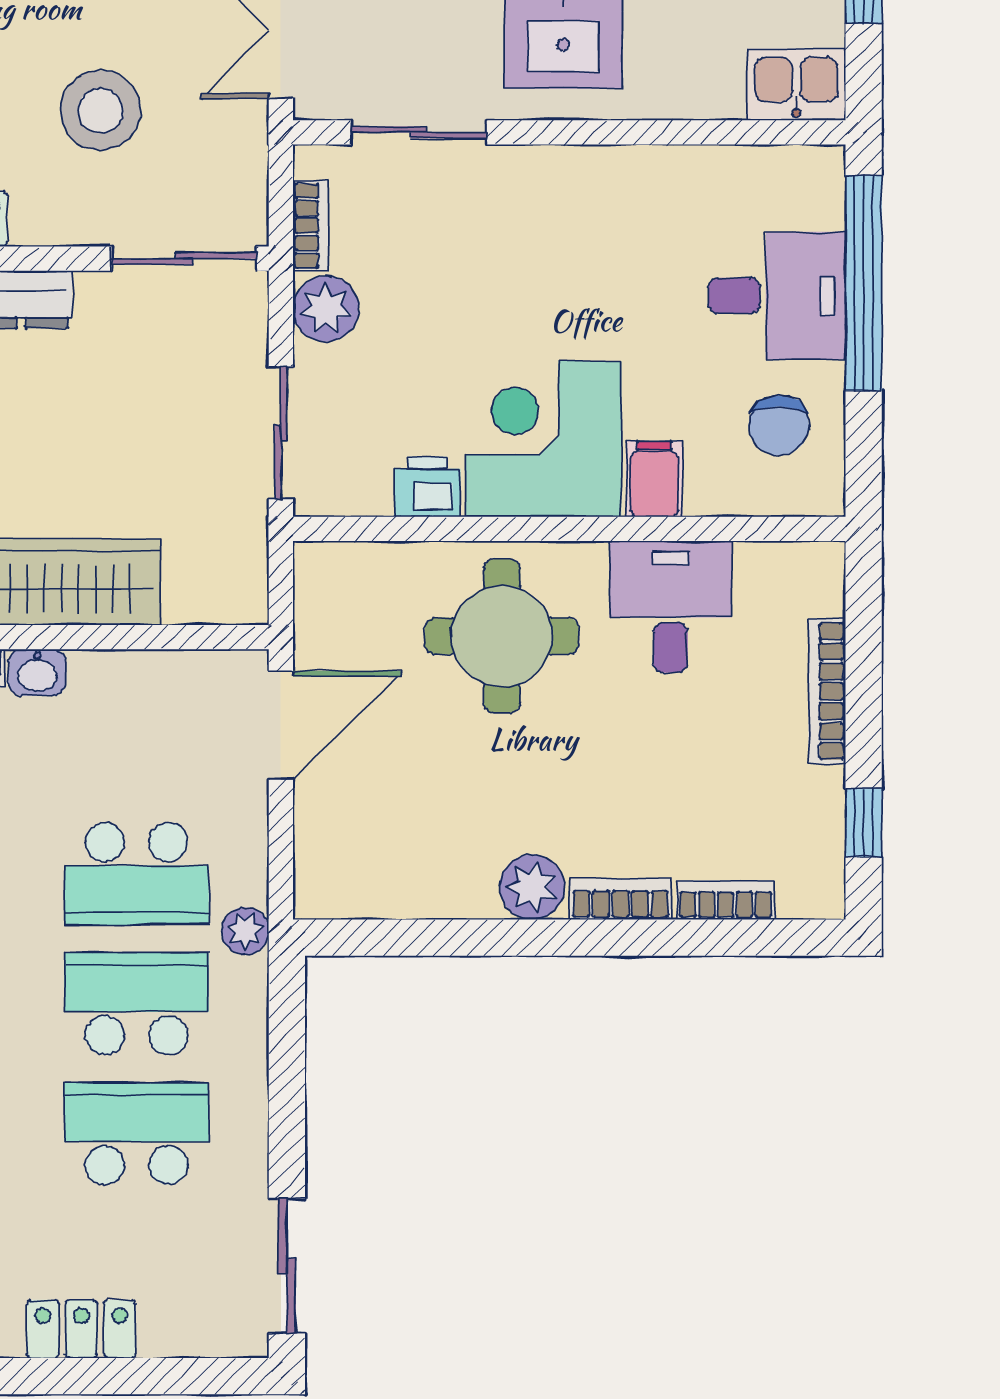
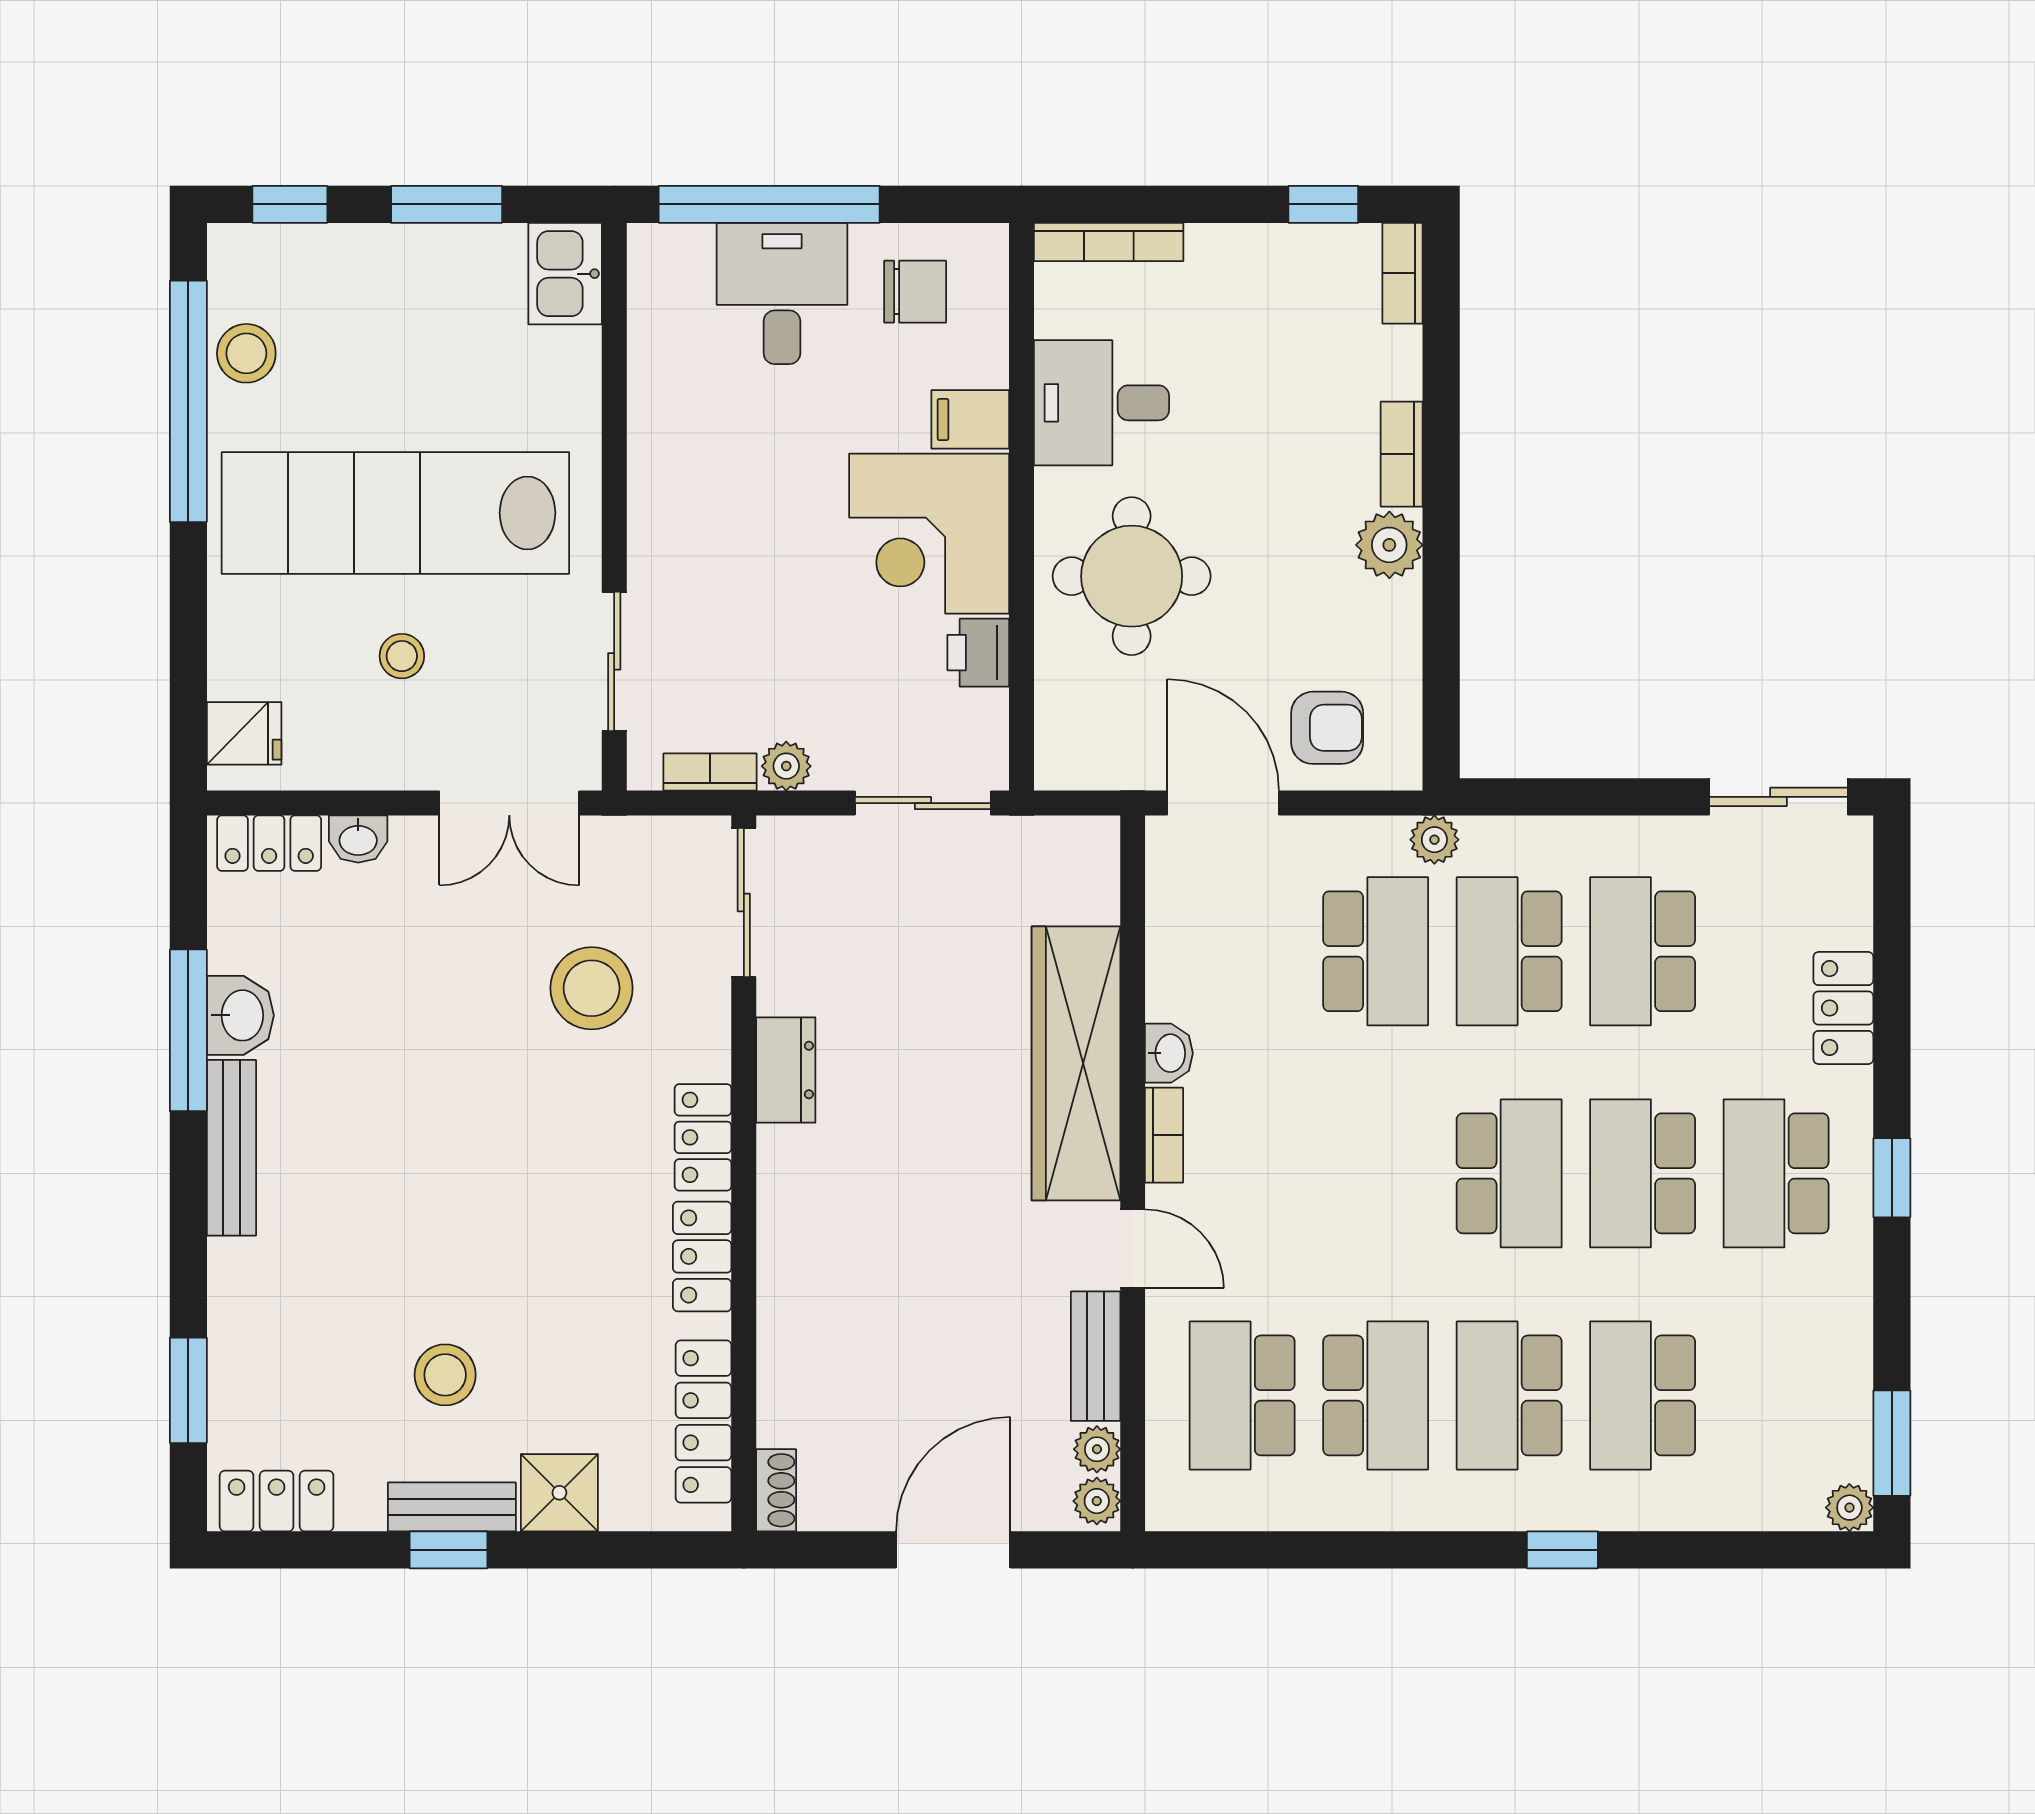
plant: (326, 309) -> (786, 766), width x0.73, depth x0.73
bookcase: (827, 691) -> (1109, 242), moved
armchair: (354, 826) -> (1327, 728), added
bookcase: (726, 900) -> (1403, 273), moved

